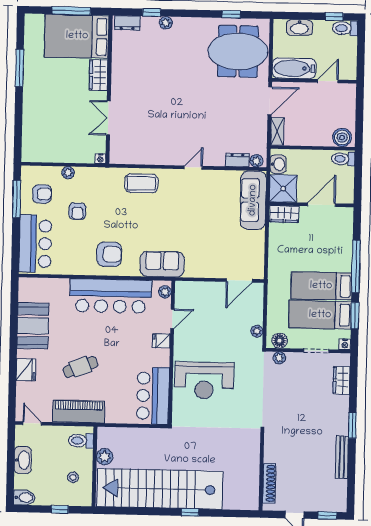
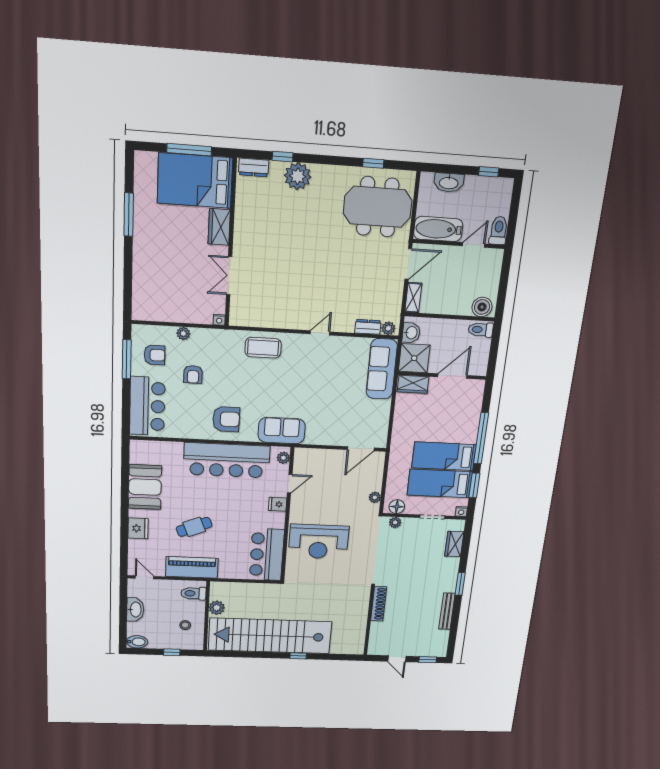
plant: (166, 23) -> (298, 176), width x1.88, depth x1.88
toilet: (345, 28) -> (499, 231), moved, turned 90
shoe rack: (269, 483) -> (379, 604), moved

